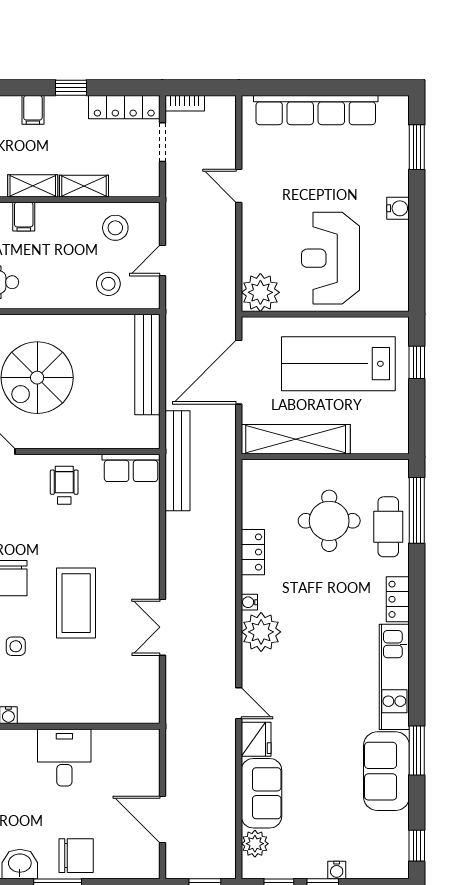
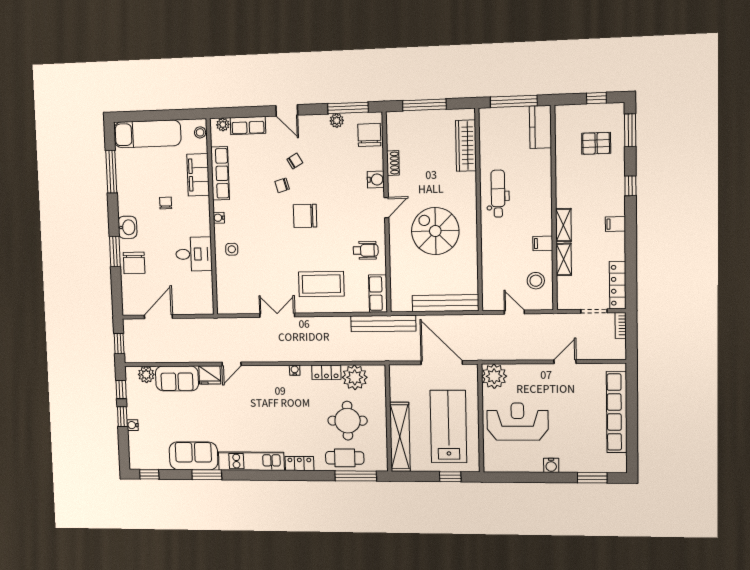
window: (71, 88) -> (631, 249), removed
filing cabinet: (24, 217) -> (543, 243), moved
stool: (108, 284) -> (498, 277), removed
shelving: (296, 439) -> (400, 437), moved
coffee table: (76, 603) -> (321, 284), moved
plant: (261, 632) -> (355, 377), moved
side table: (16, 646) -> (232, 249), moved

